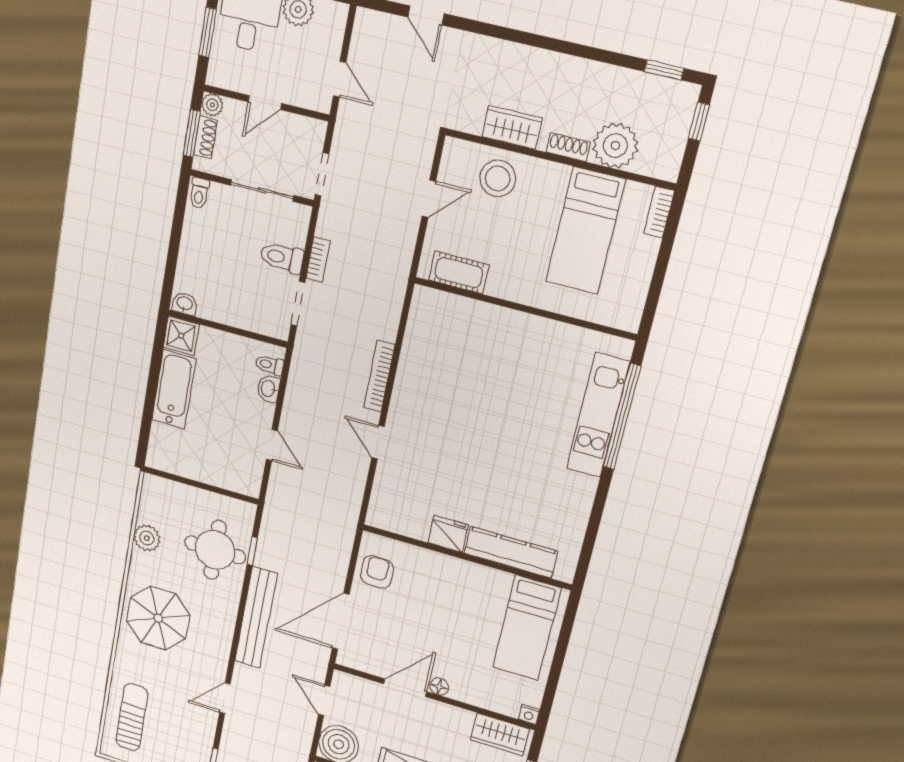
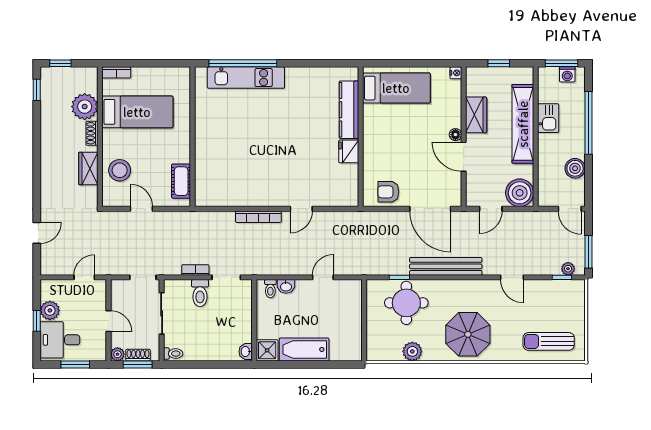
wardrobe: (500, 734) -> (476, 115), moved

